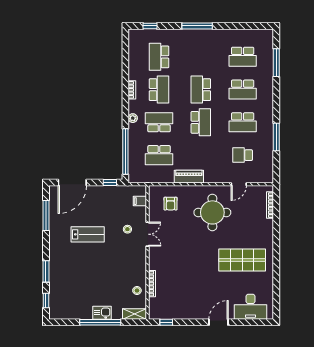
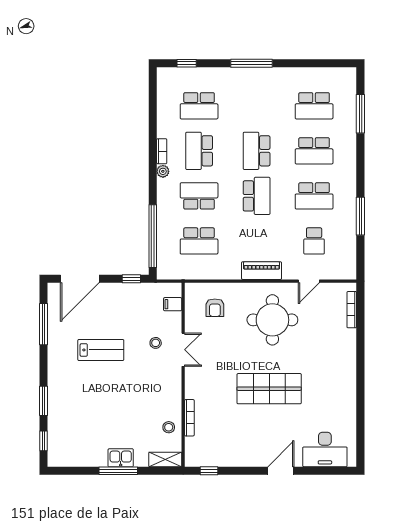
school desk: (159, 57) -> (199, 106), turned -90
school desk: (159, 90) -> (199, 151), turned 180
plant: (133, 118) -> (163, 171), moved
school desk: (243, 155) -> (314, 241), turned -90
piano: (189, 177) -> (262, 271), moved
shop shelf: (242, 260) -> (269, 389), moved
window: (100, 322) -> (118, 471), width x0.68

